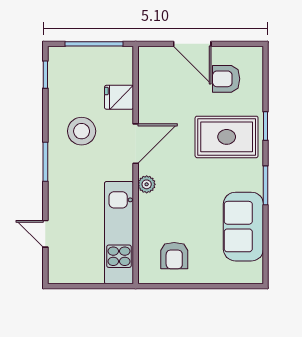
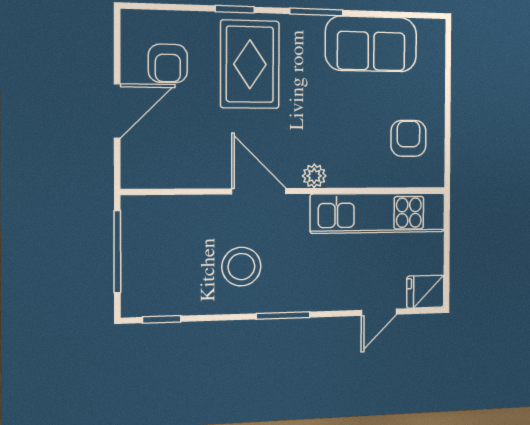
fridge: (119, 97) -> (425, 292), moved, turned 90
armchair: (174, 256) -> (408, 138), turned -90

